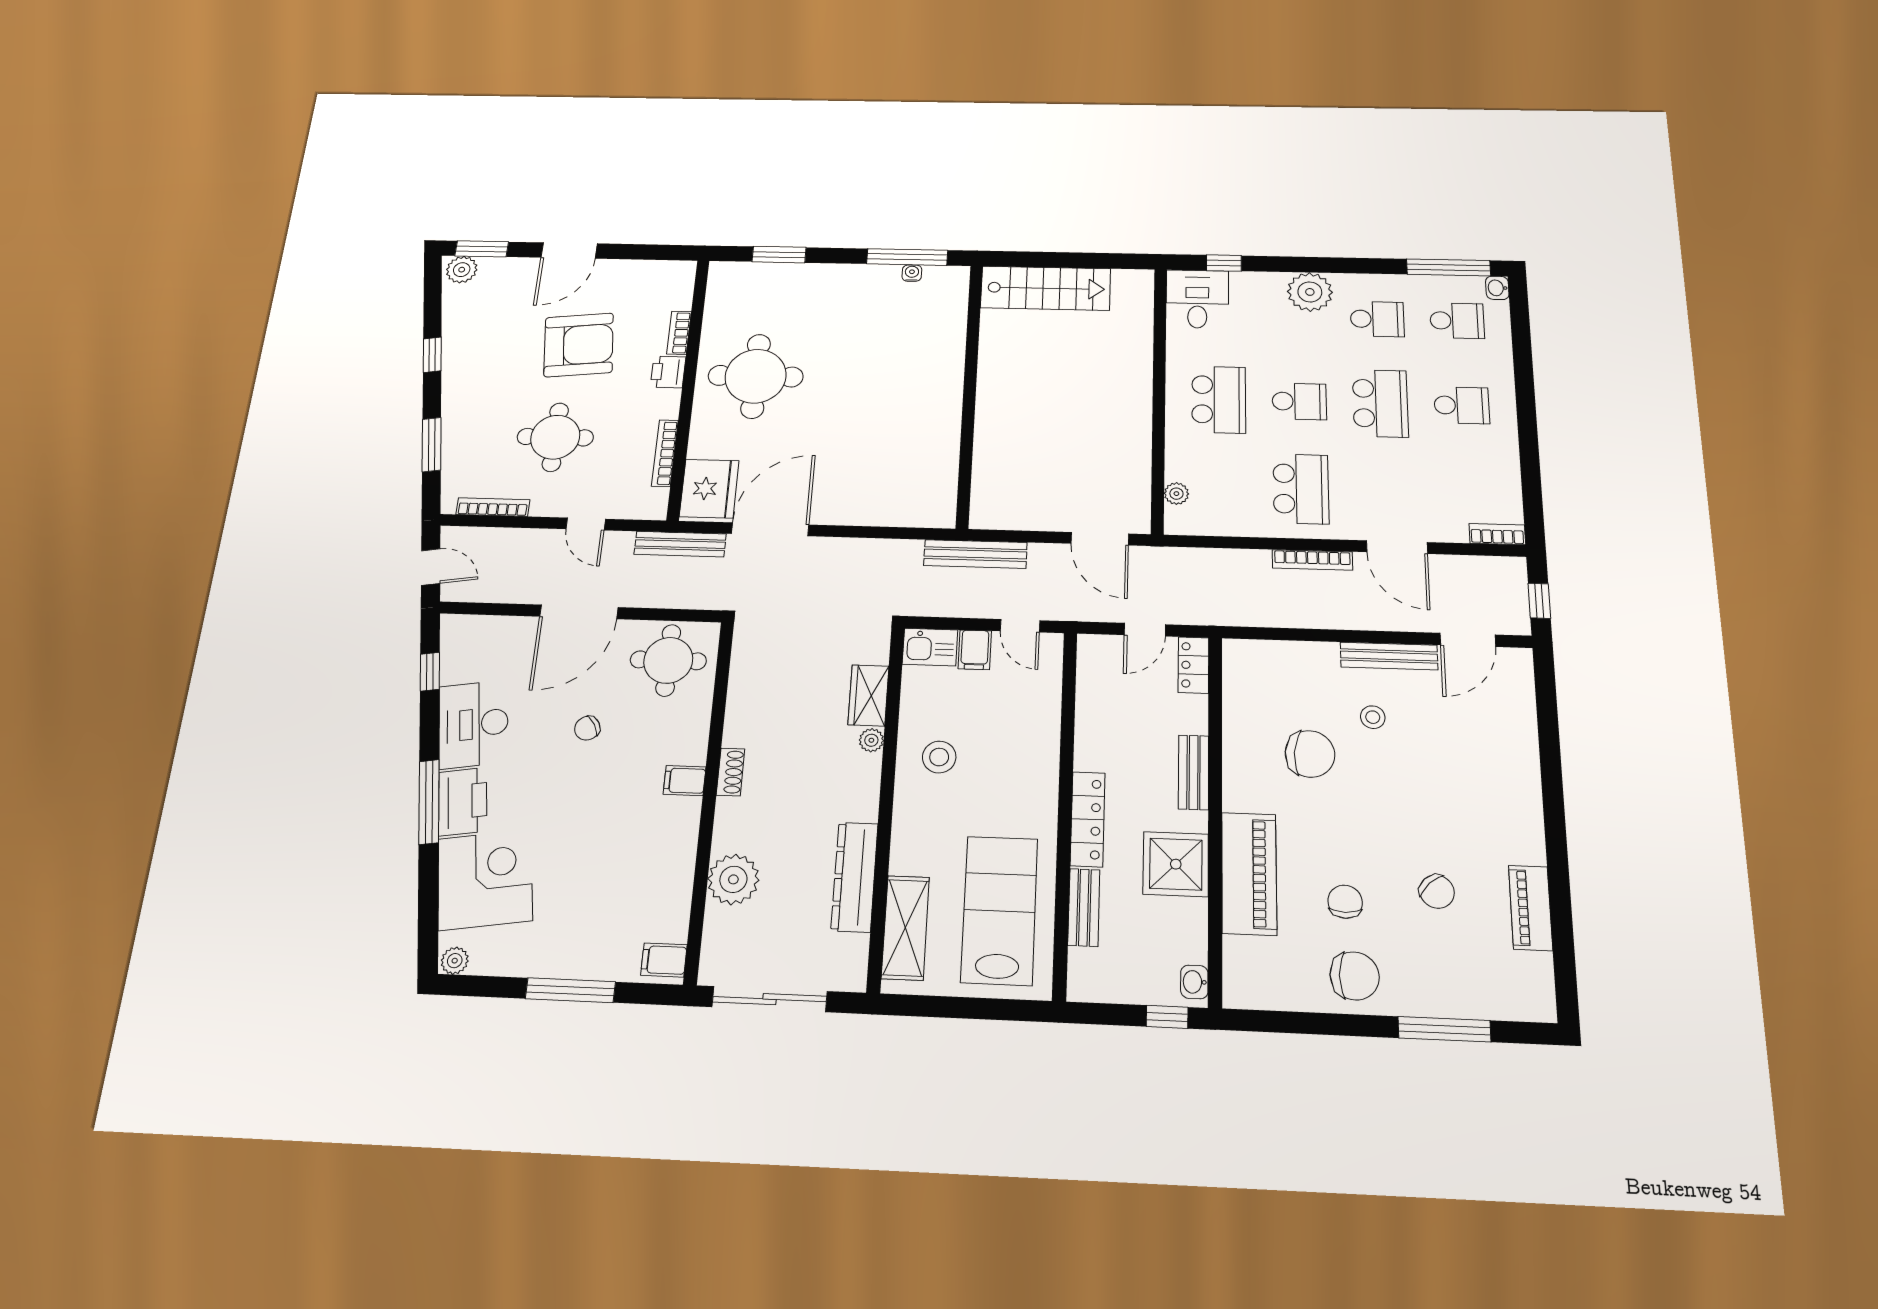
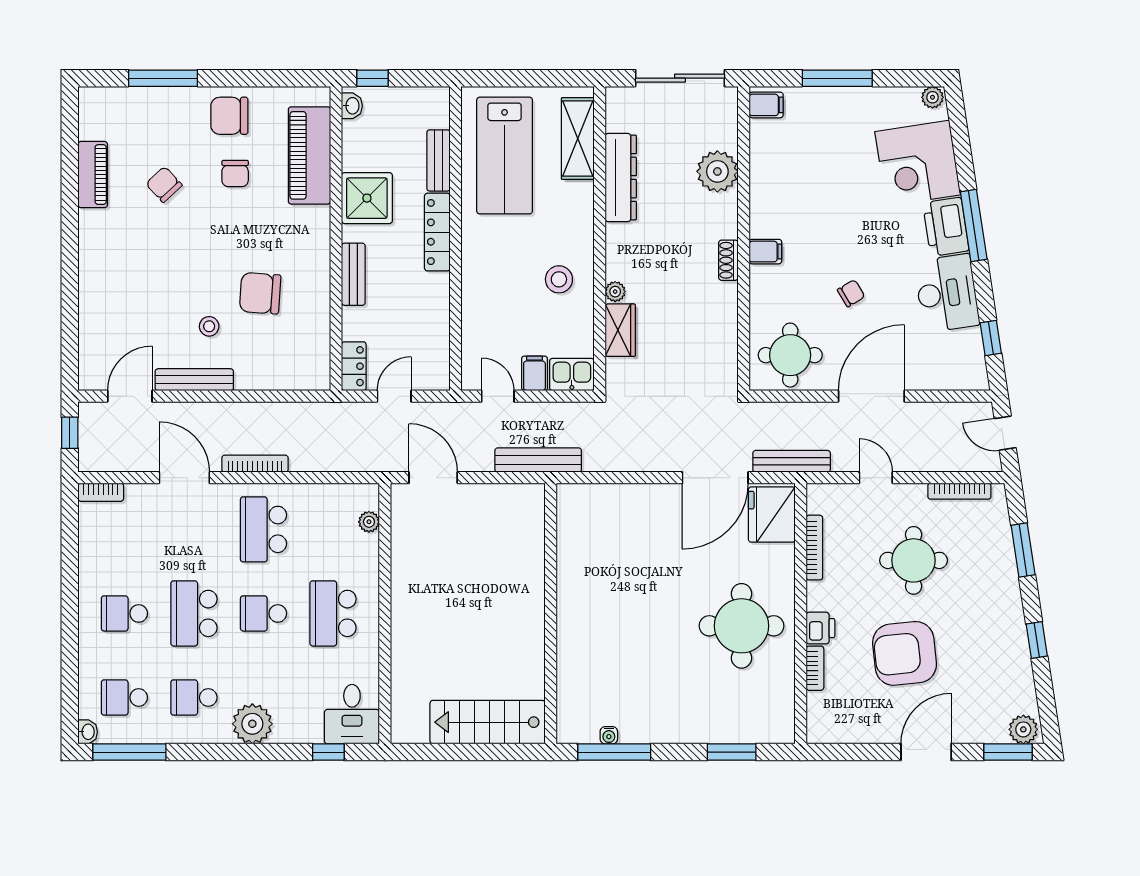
piano: (1249, 873) -> (309, 155), moved

